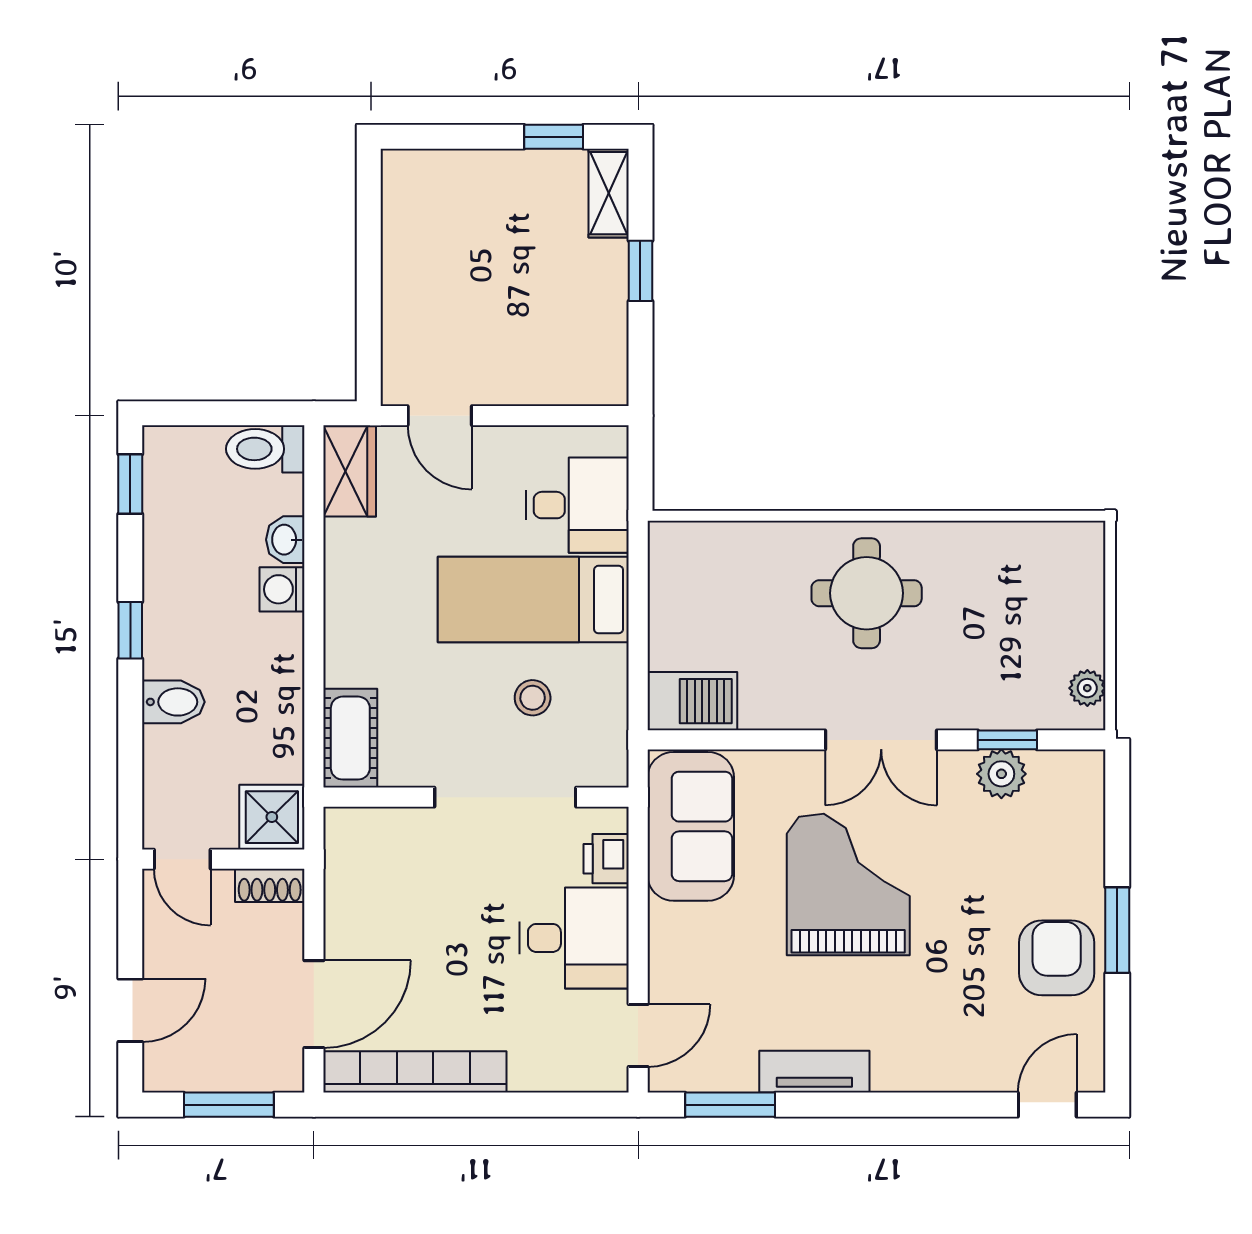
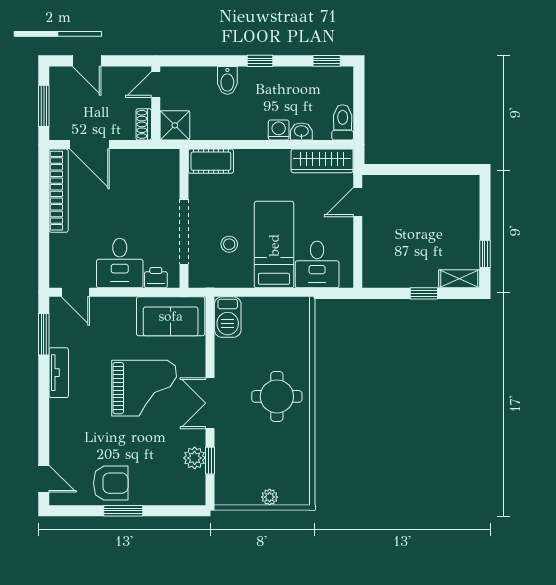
wardrobe: (350, 471) -> (322, 161), width x1.50
plant: (1087, 688) -> (270, 497), moved

